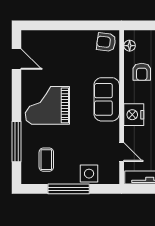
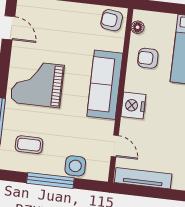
armchair: (142, 72) -> (148, 58), turned 90
sofa: (107, 99) -> (105, 85), width x1.36
coffee table: (46, 160) -> (29, 145), turned 90

